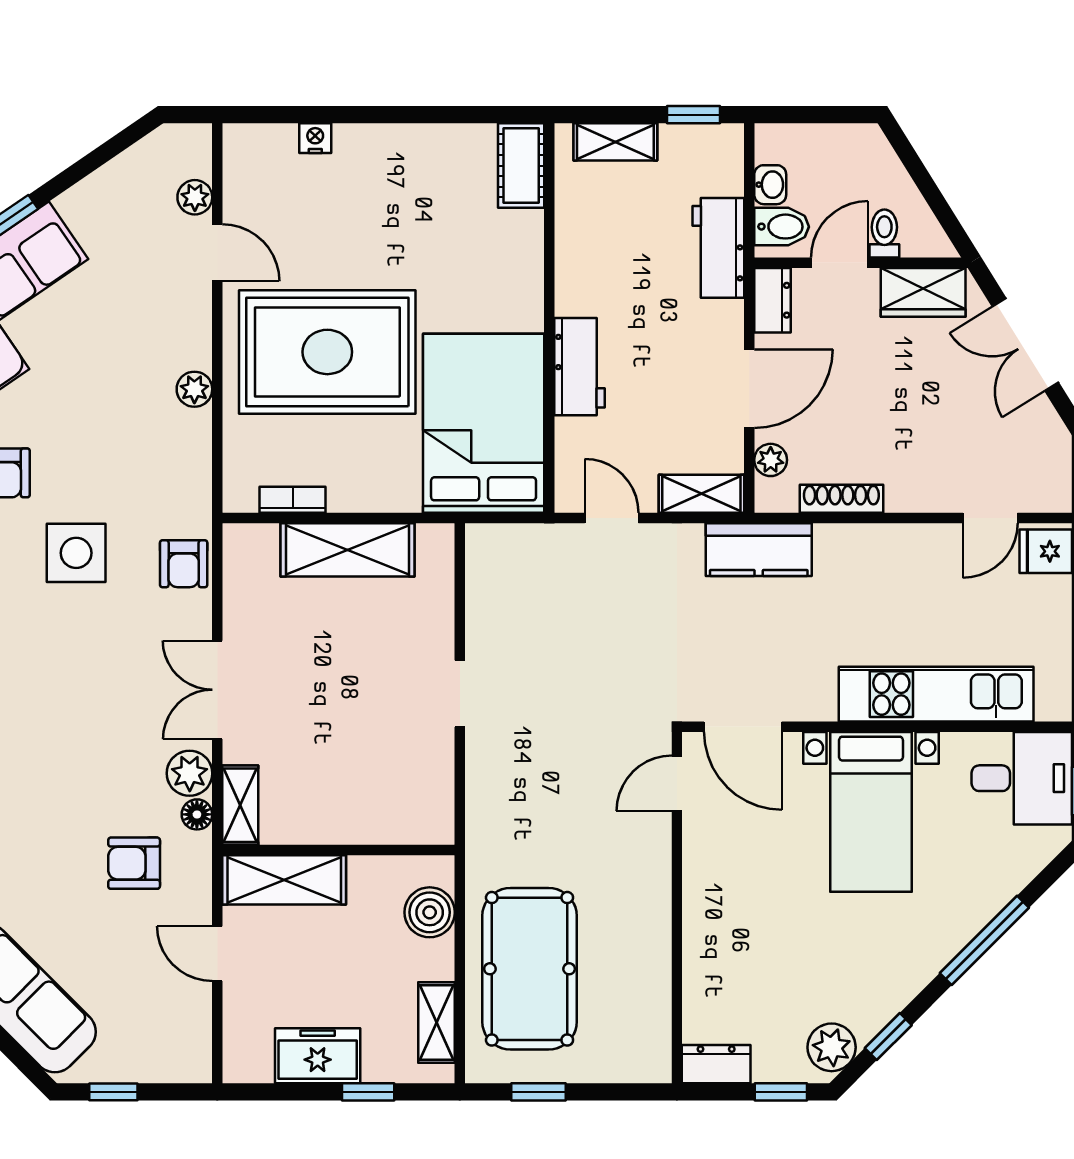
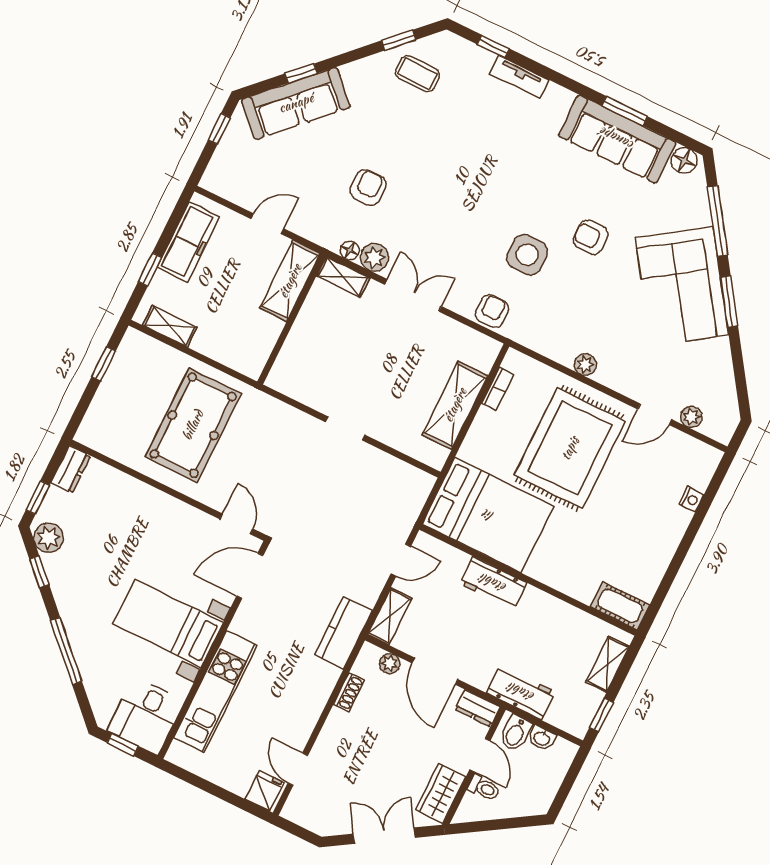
shoe rack: (841, 499) -> (349, 692), width x0.70
armchair: (184, 564) -> (492, 311), turned 90
armchair: (134, 863) -> (368, 187), moved
boiler: (430, 912) -> (232, 352), removed
pool table: (530, 969) -> (193, 425), moved, turned 90
freezer: (318, 1056) -> (188, 242), width x1.40

